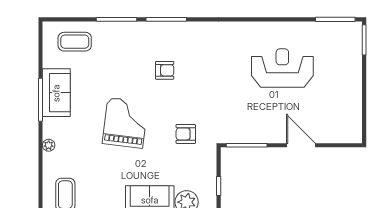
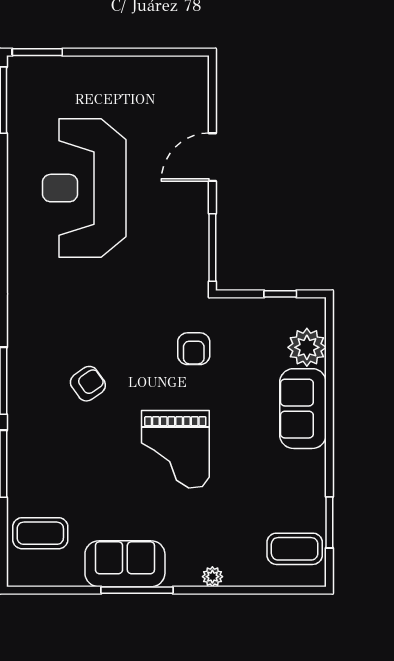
coffee table: (75, 42) -> (40, 533), turned 90
reception desk: (282, 68) -> (84, 188), width x1.36, depth x1.30
armchair: (165, 70) -> (88, 384), turned 55
grand piano: (125, 123) -> (175, 449), turned -97

